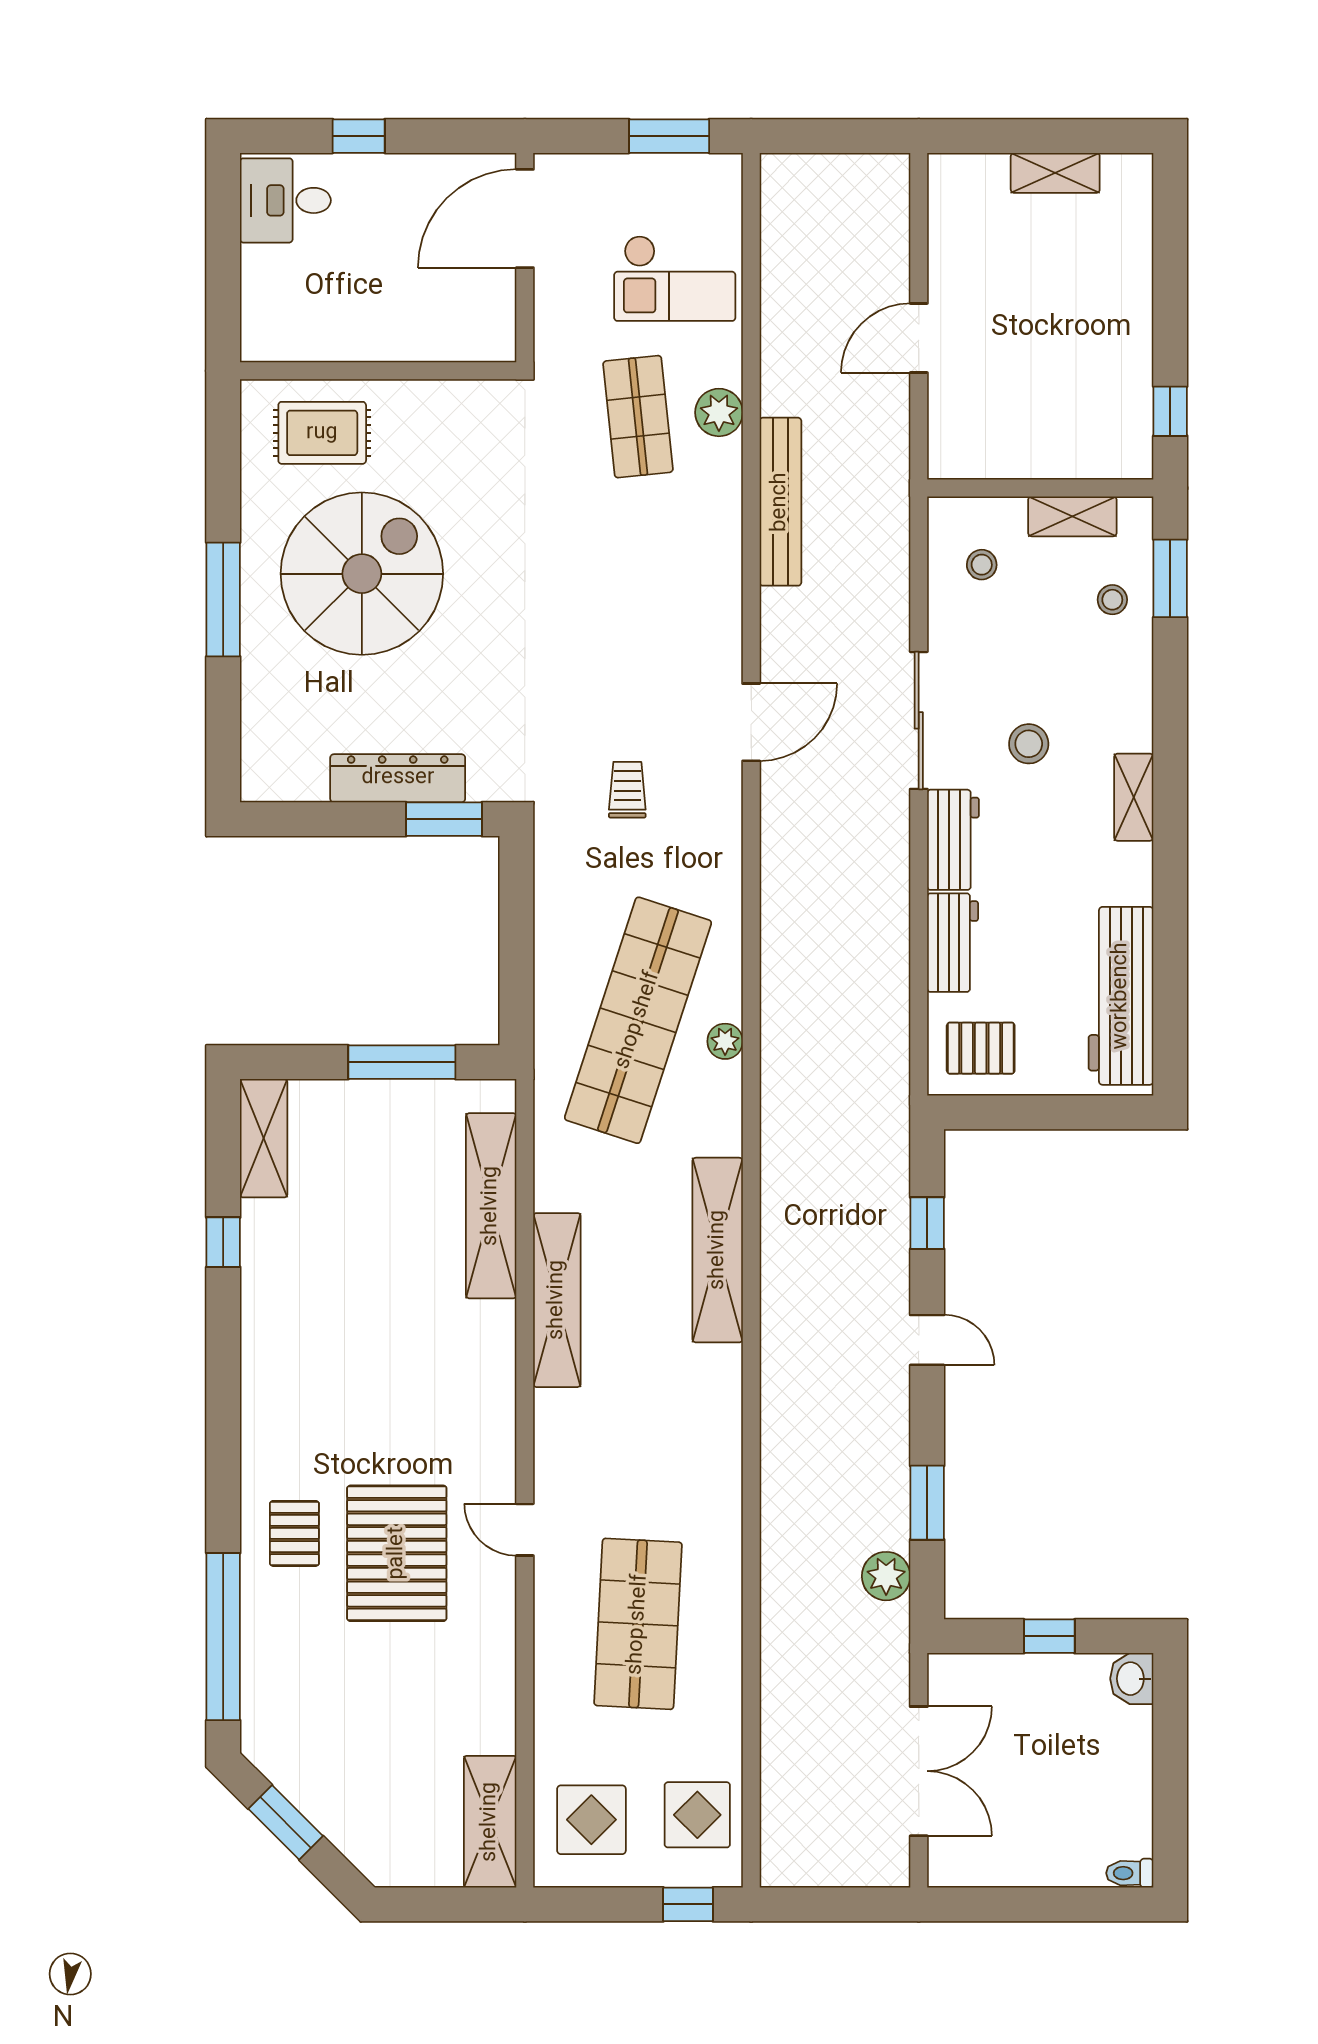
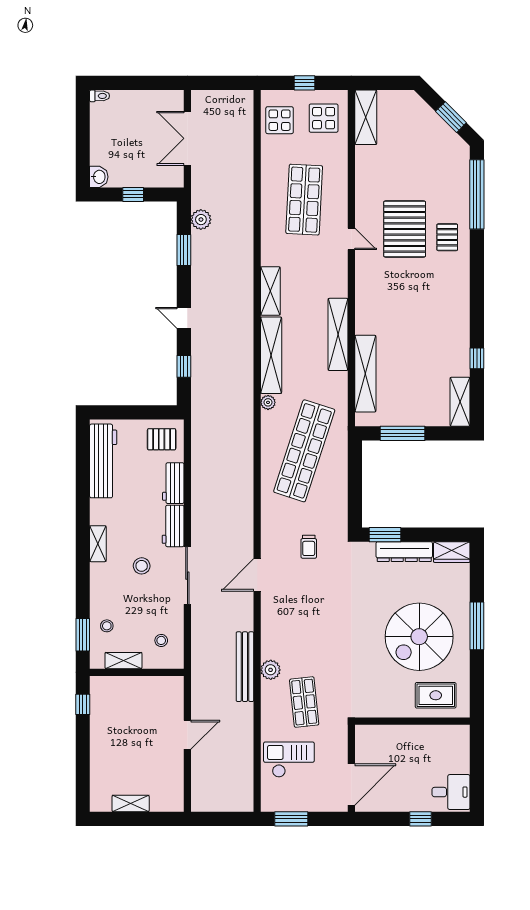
plant: (719, 412) -> (271, 670), moved
wardrobe: (283, 777) -> (452, 552), added
plant: (725, 1041) -> (268, 402), moved
shelving: (719, 1404) -> (270, 291), added
window: (688, 1904) -> (304, 83), moved

